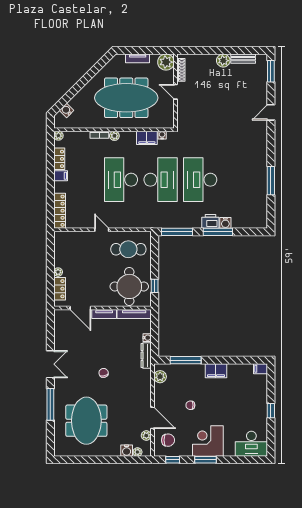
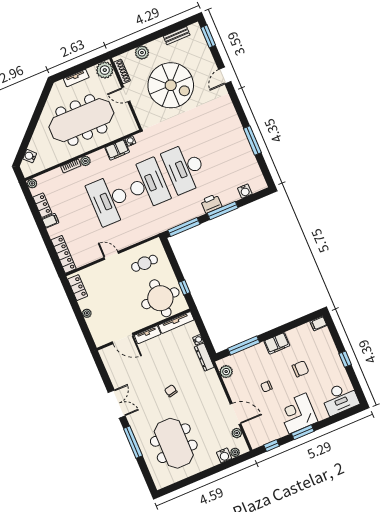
plant: (223, 61) -> (142, 53), moved
spiral stairs: (219, 101) -> (171, 85), added
water cooler: (225, 223) -> (245, 191), moved
cafe table: (128, 249) -> (145, 263), width x0.73, depth x0.74
locker: (60, 289) -> (78, 288), moved
chair: (168, 440) -> (300, 369), moved

